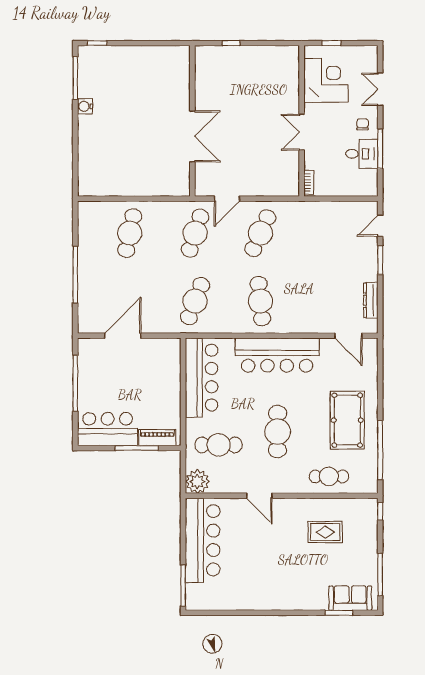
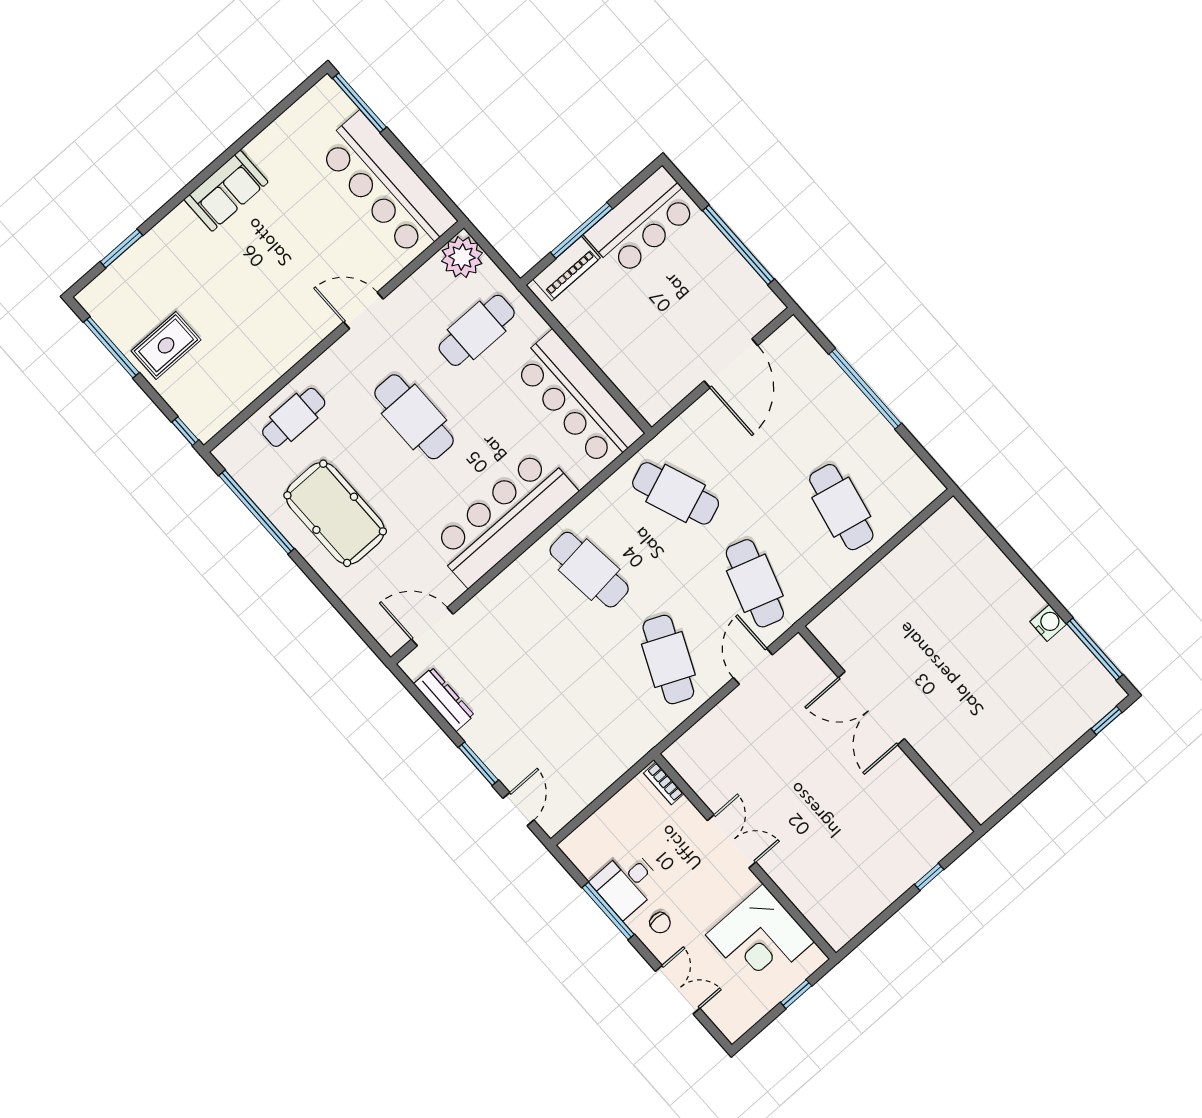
cafe table: (195, 301) -> (676, 493), turned -42
rug: (325, 532) -> (166, 345), moved
sofa: (350, 598) -> (226, 191), moved

